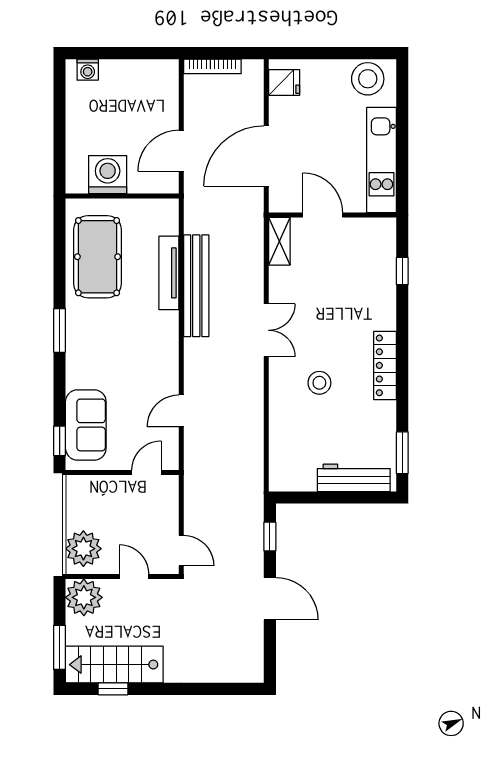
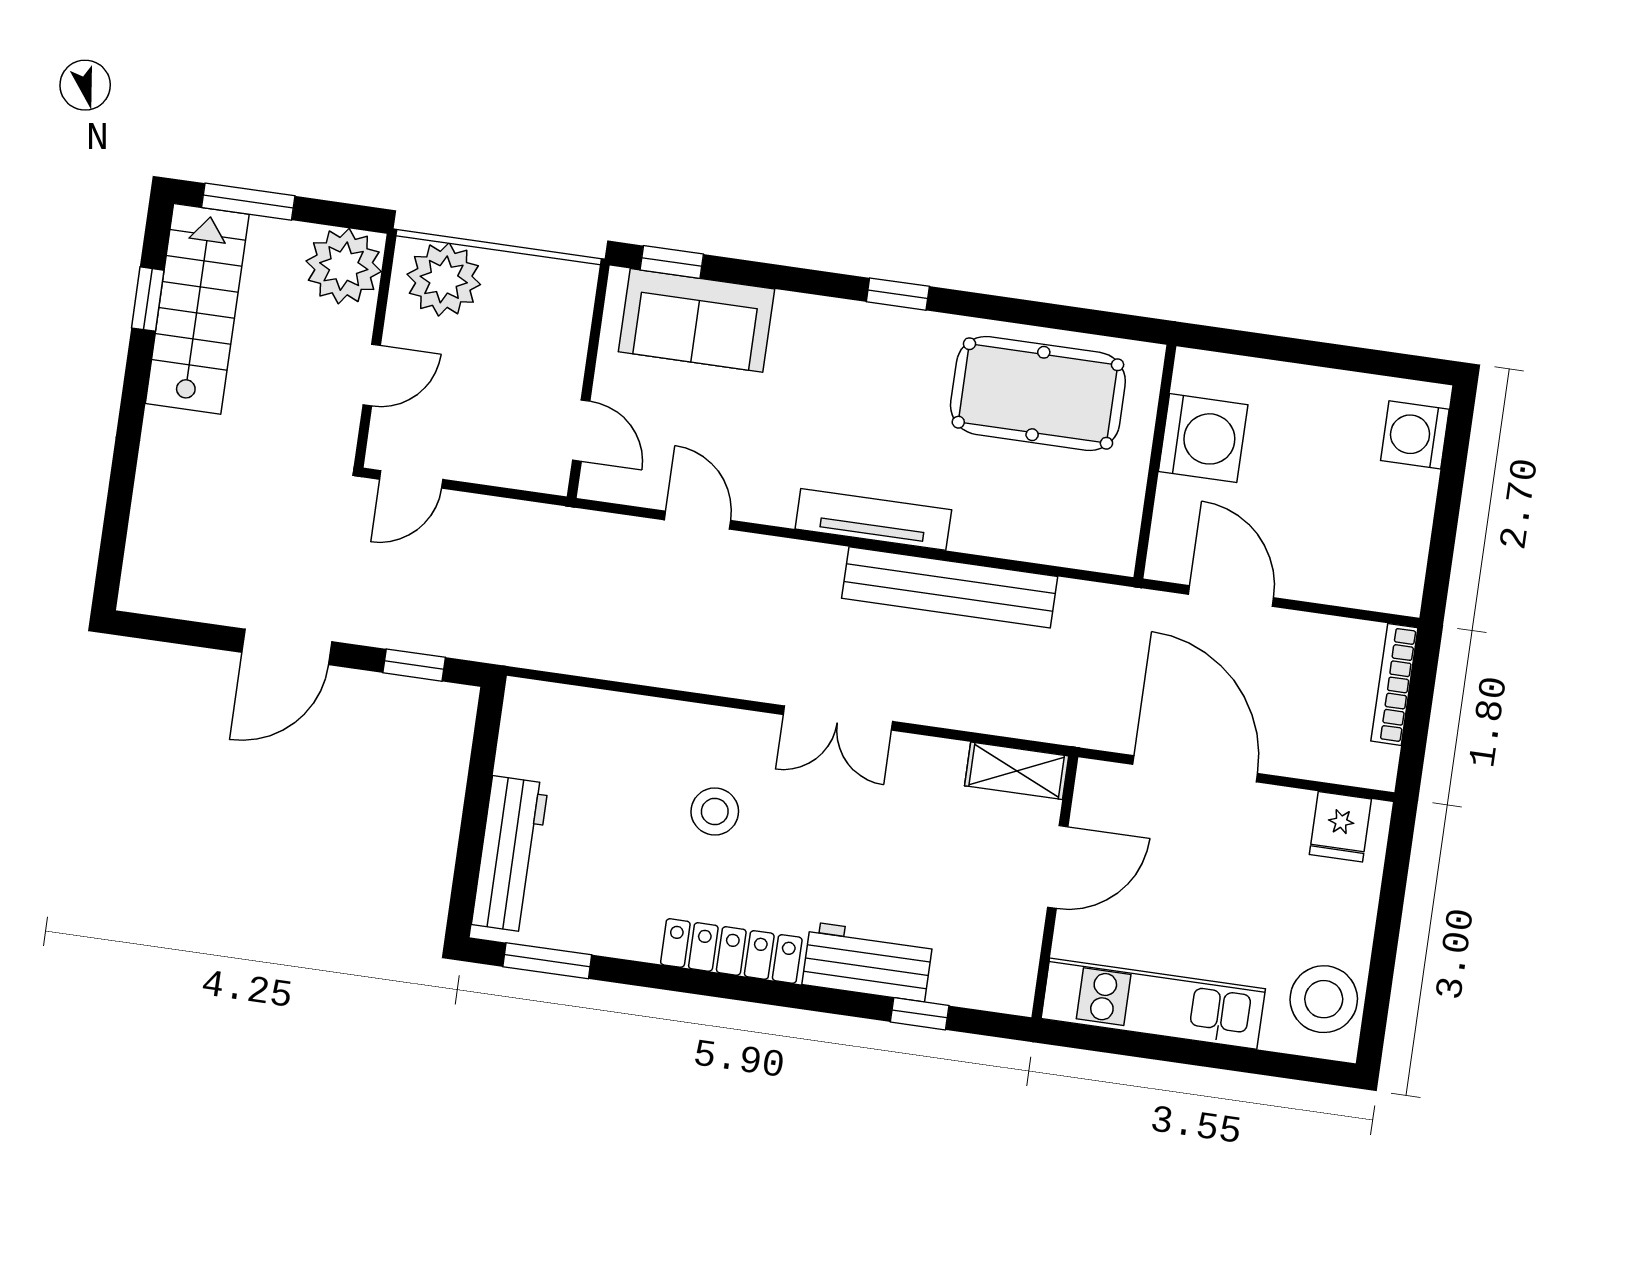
washing machine: (88, 70) -> (1415, 435), width x1.38, depth x1.38
tv unit: (169, 273) -> (873, 519), moved
workbench: (381, 300) -> (868, 962), added
window: (60, 330) -> (898, 294), width x0.67

